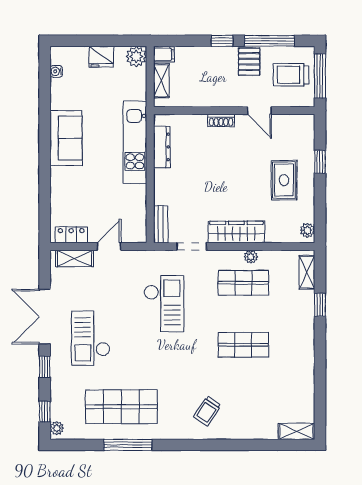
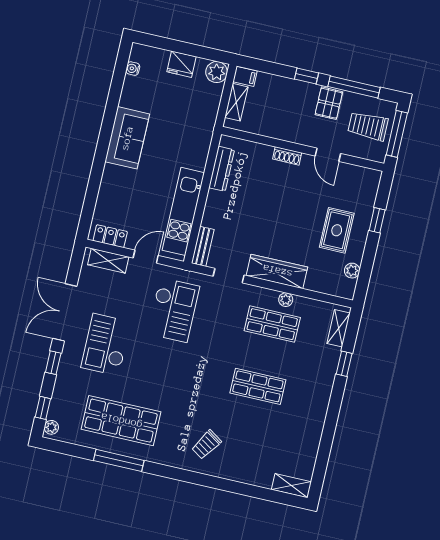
kitchen unit: (135, 142) -> (183, 211), moved
plant: (307, 230) -> (352, 271), moved
checkout: (164, 304) -> (173, 310), moved

